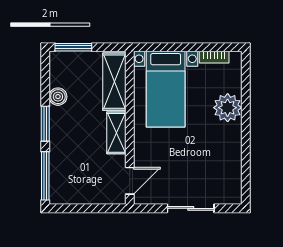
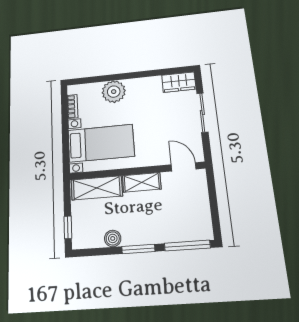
window: (73, 47) -> (68, 227), width x0.67
wardrobe: (231, 185) -> (179, 82), added

